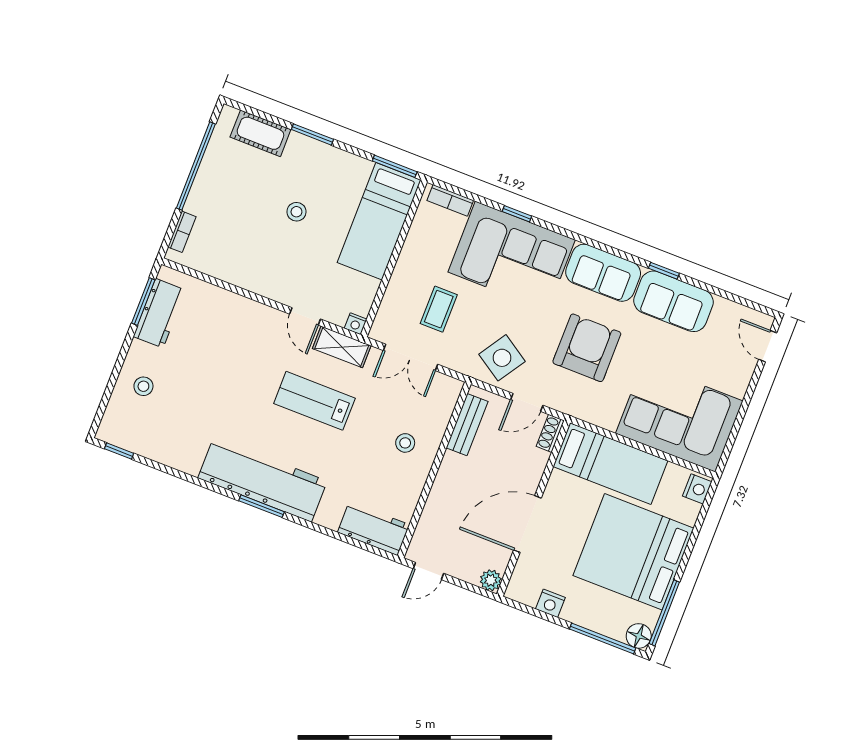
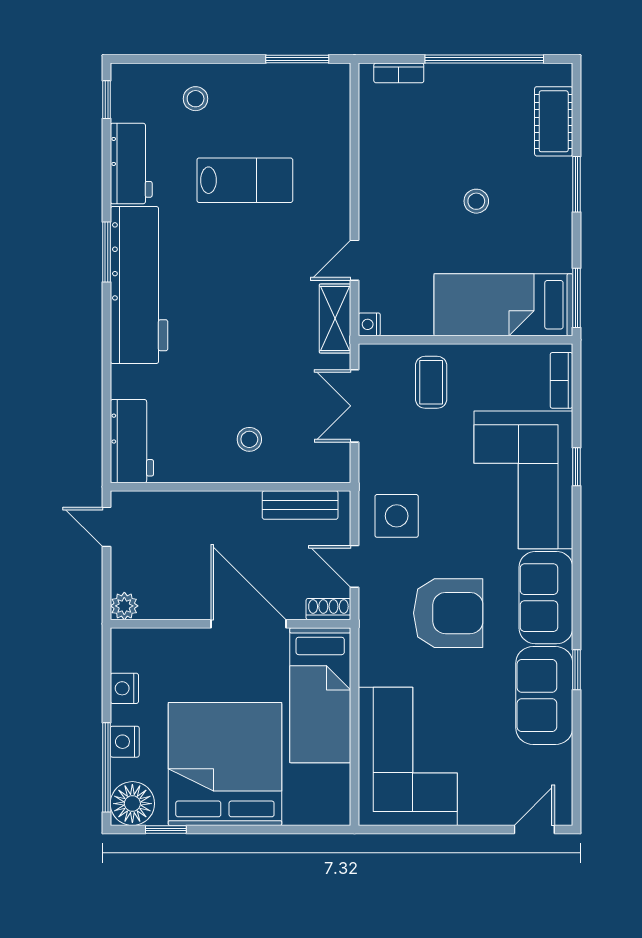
coffee table: (439, 309) -> (431, 382), moved, turned 90
workbench: (159, 313) -> (131, 164), moved, turned -90
side table: (502, 358) -> (397, 516), turned -33
lab bench: (314, 401) -> (245, 180), moved, turned 90
nightstand: (697, 489) -> (125, 742), moved, turned 90
window: (261, 506) -> (106, 252), moved
door: (527, 524) -> (248, 624), moved
window: (664, 613) -> (166, 829), width x0.46
floor lamp: (639, 636) -> (132, 804), width x1.38, depth x1.38

